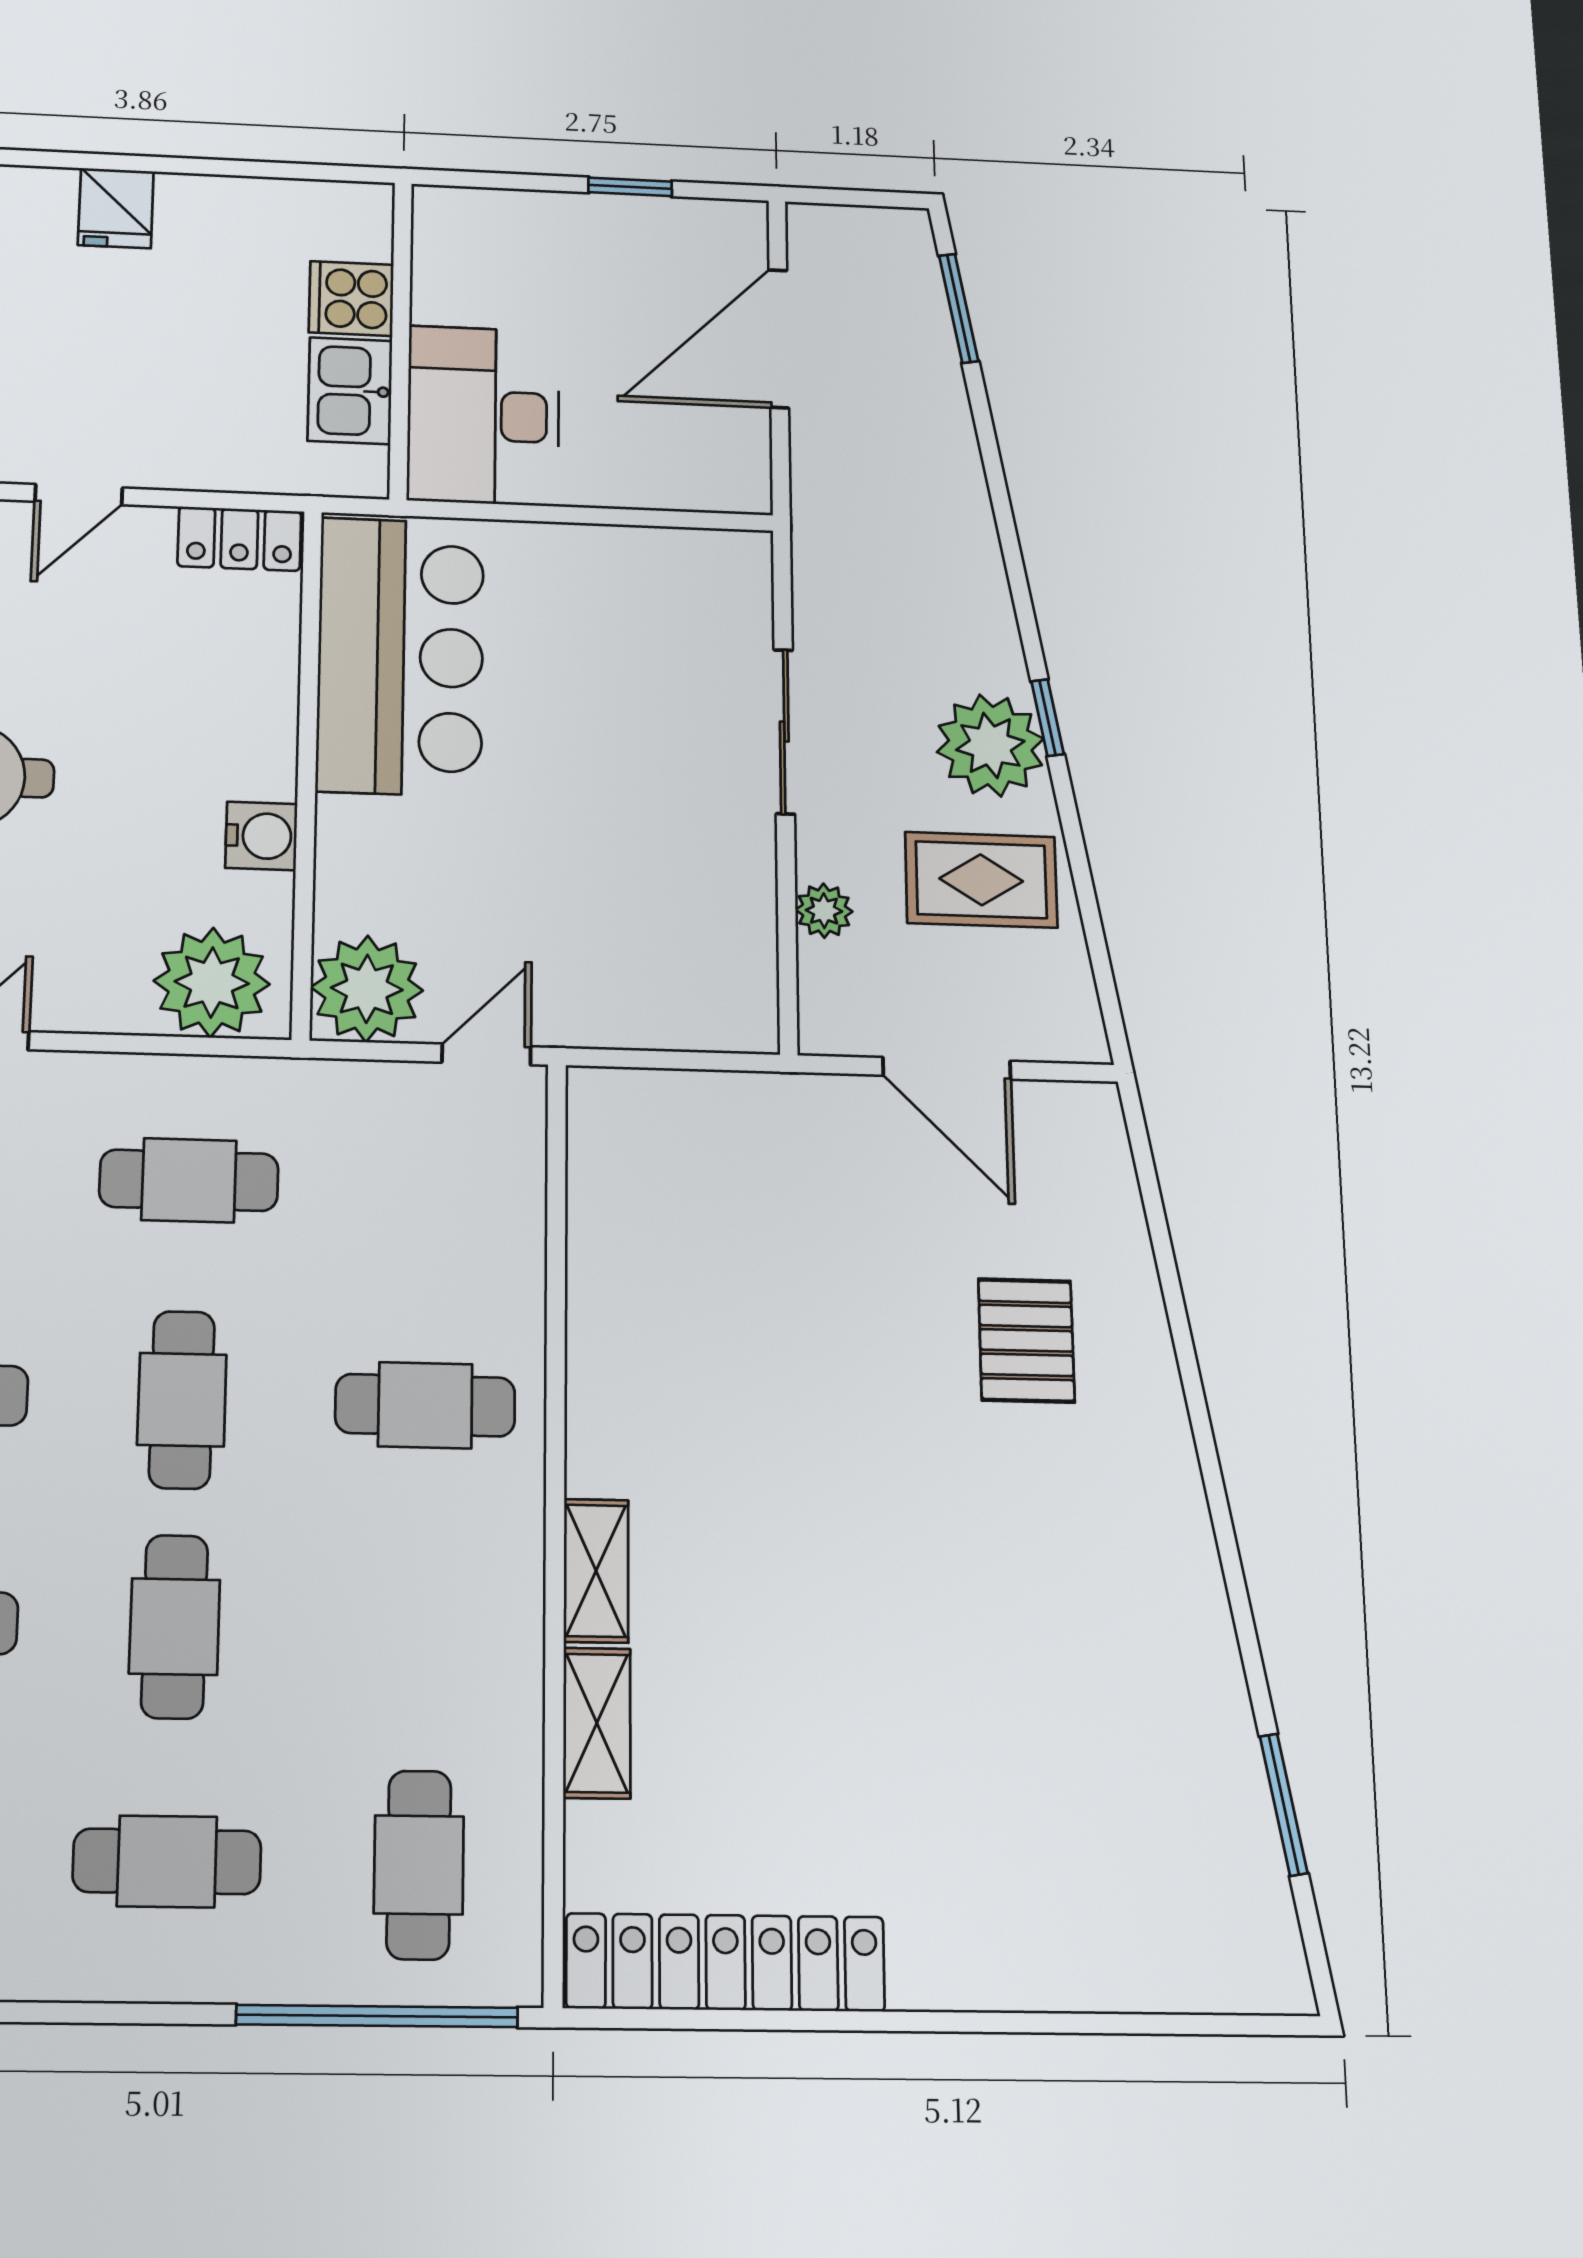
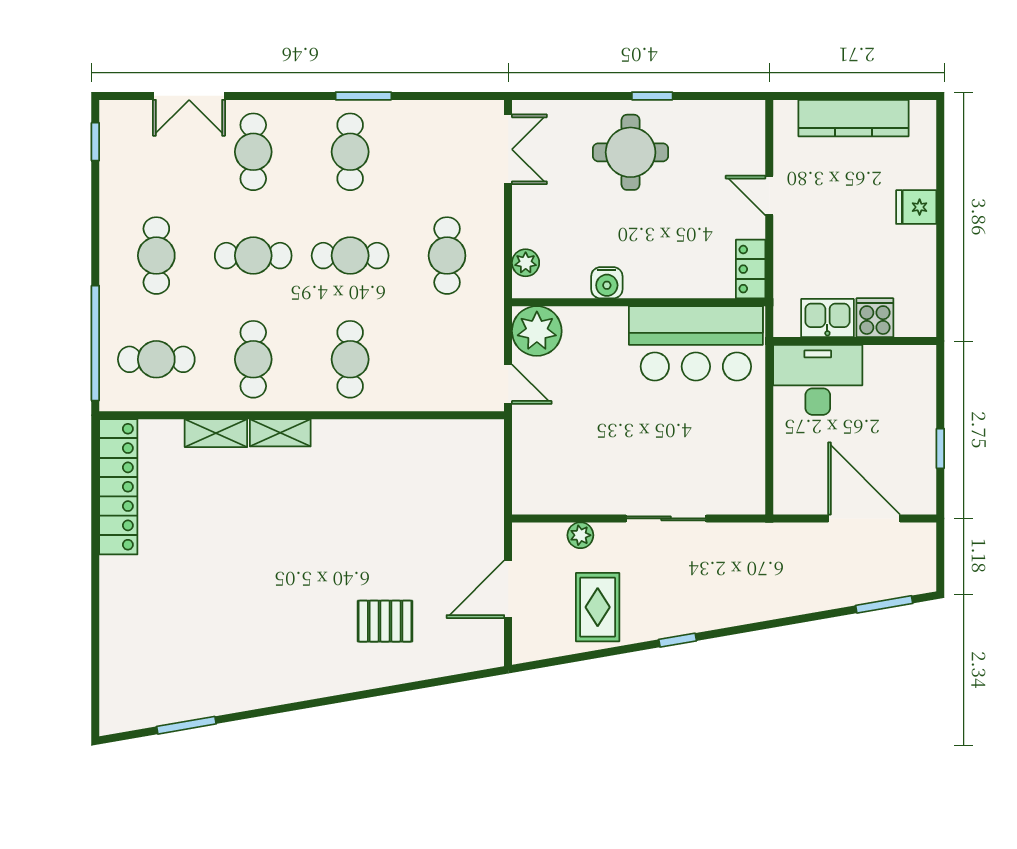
plant: (990, 745) -> (663, 613), removed
plant: (212, 982) -> (526, 263), width x0.53, depth x0.53
cafe table: (422, 1631) -> (253, 359), added

